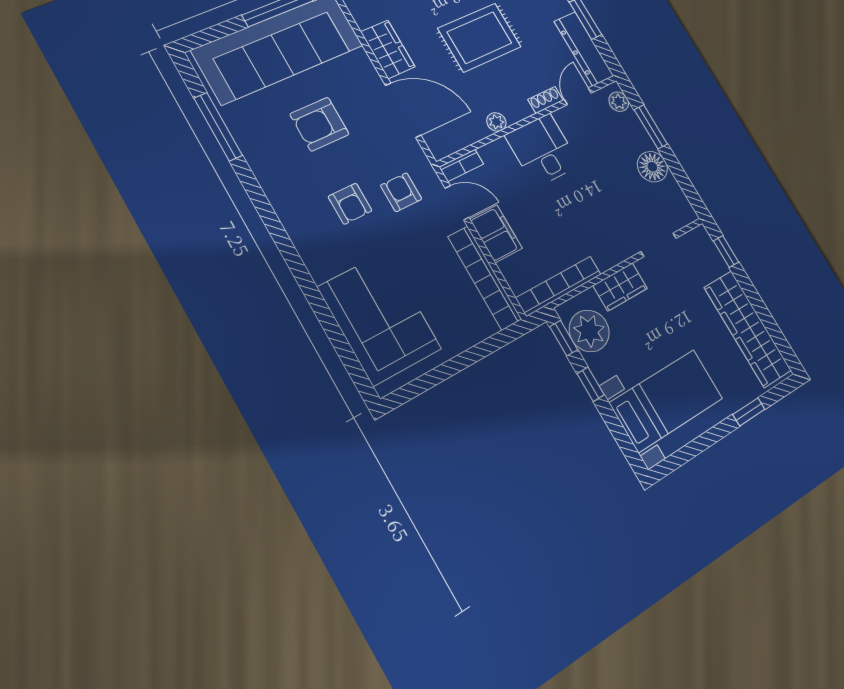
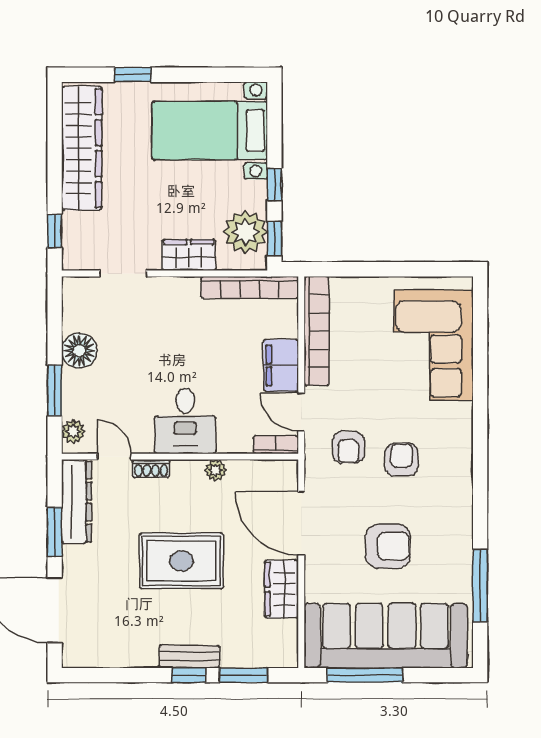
door: (578, 96) -> (114, 457), swing flipped

